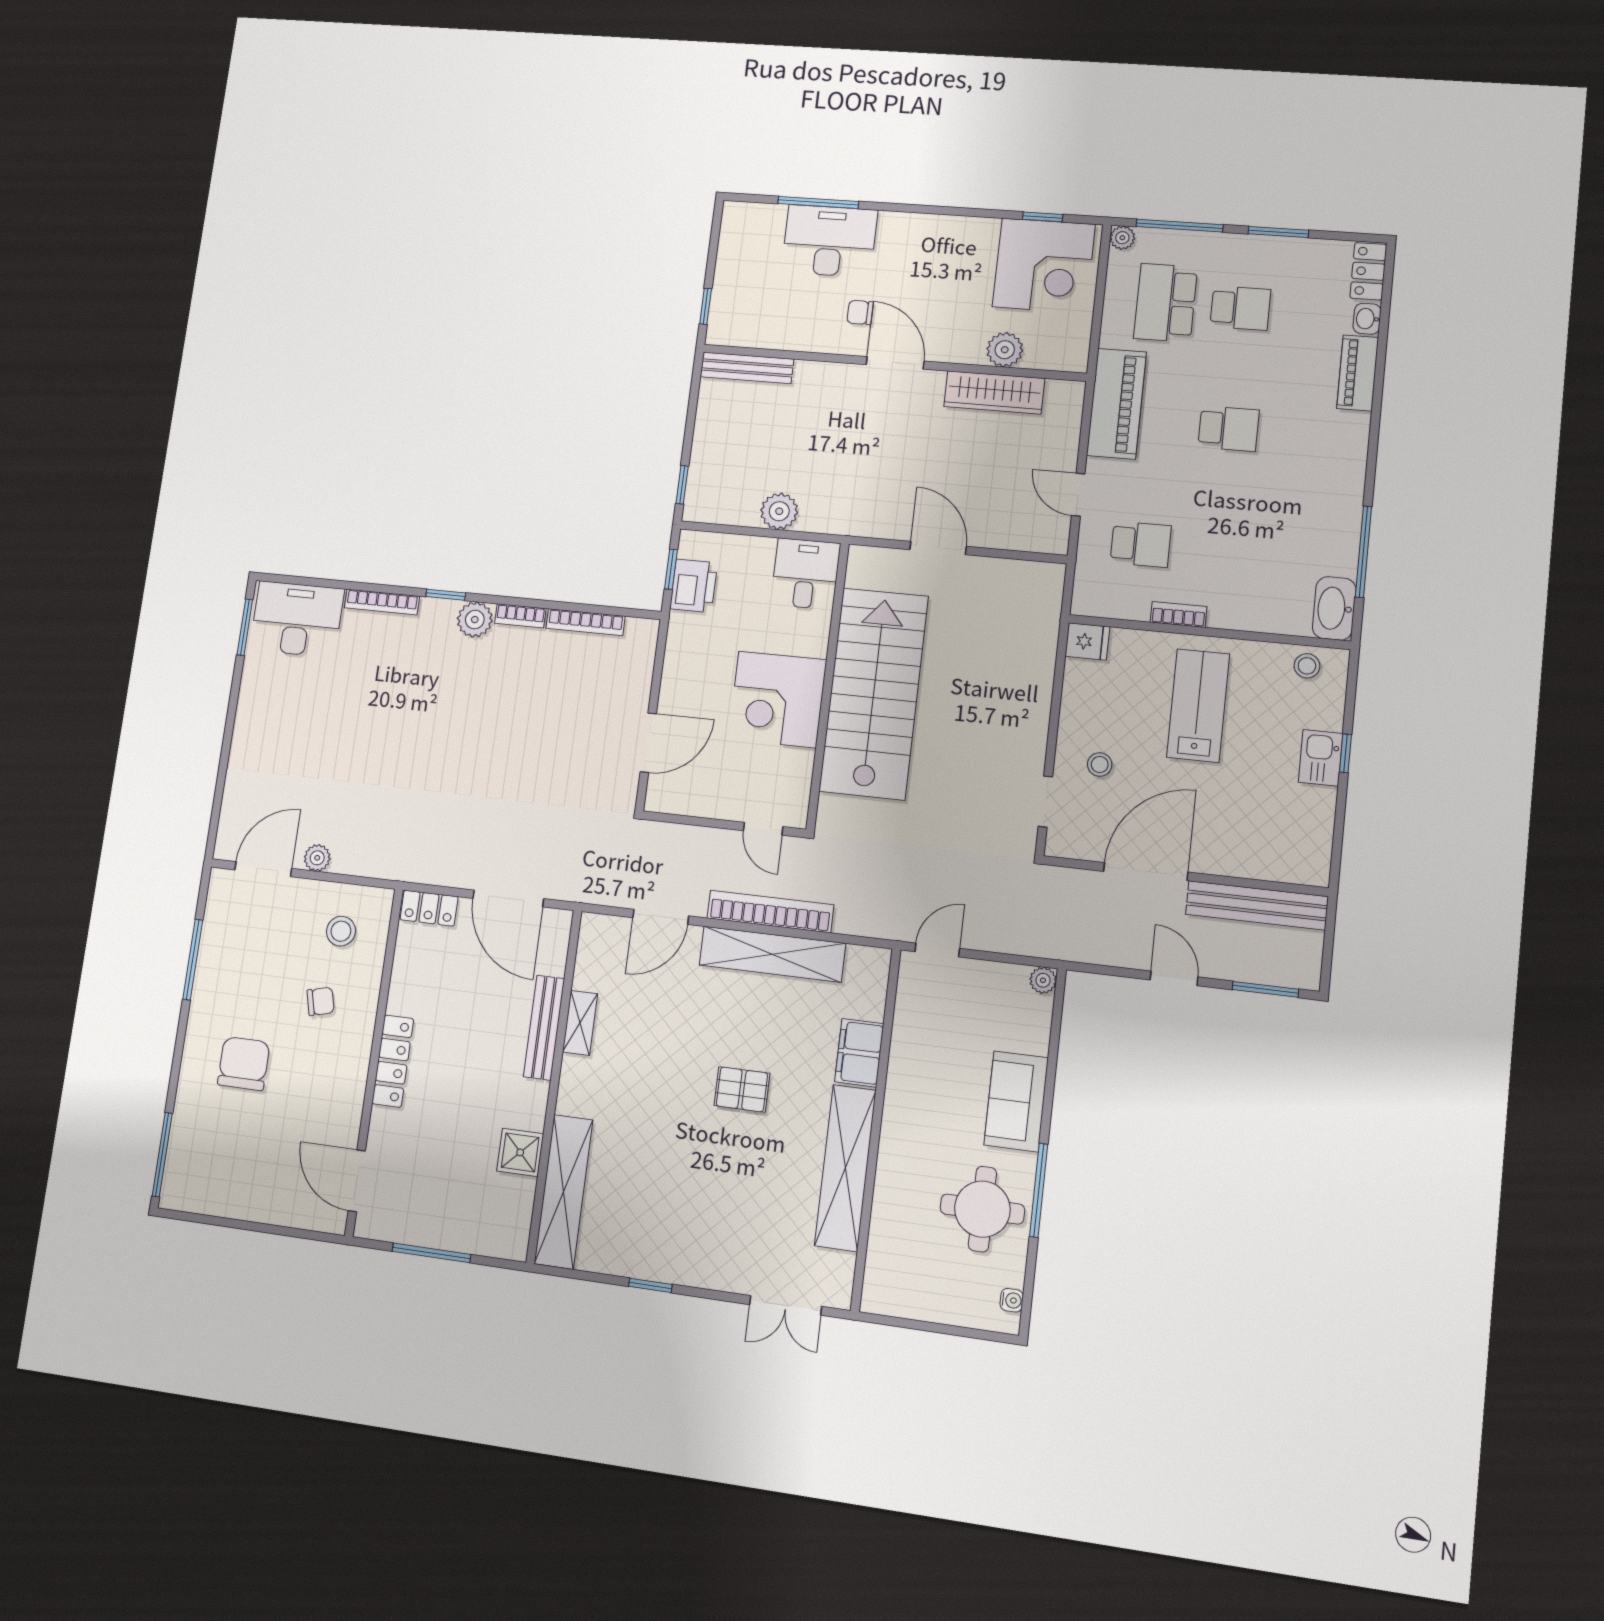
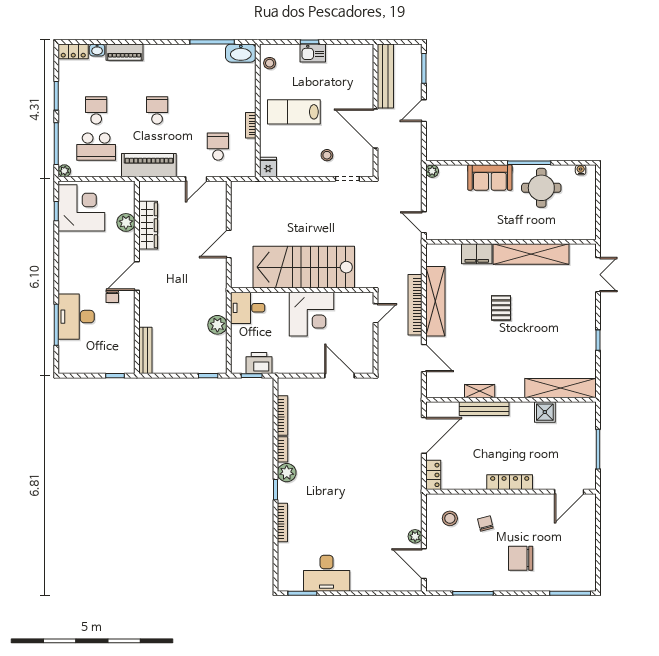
desk: (297, 619) -> (327, 573), moved, turned -90

